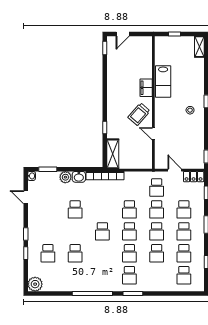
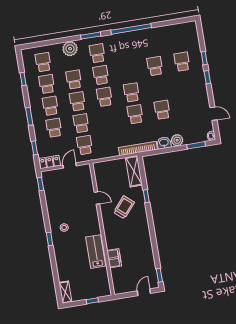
filing cabinet: (146, 88) -> (114, 258), moved
trolley: (139, 114) -> (124, 207), moved
door: (175, 170) -> (70, 165), swing flipped
school desk: (129, 209) -> (135, 114), moved
plant: (35, 284) -> (70, 49), moved

